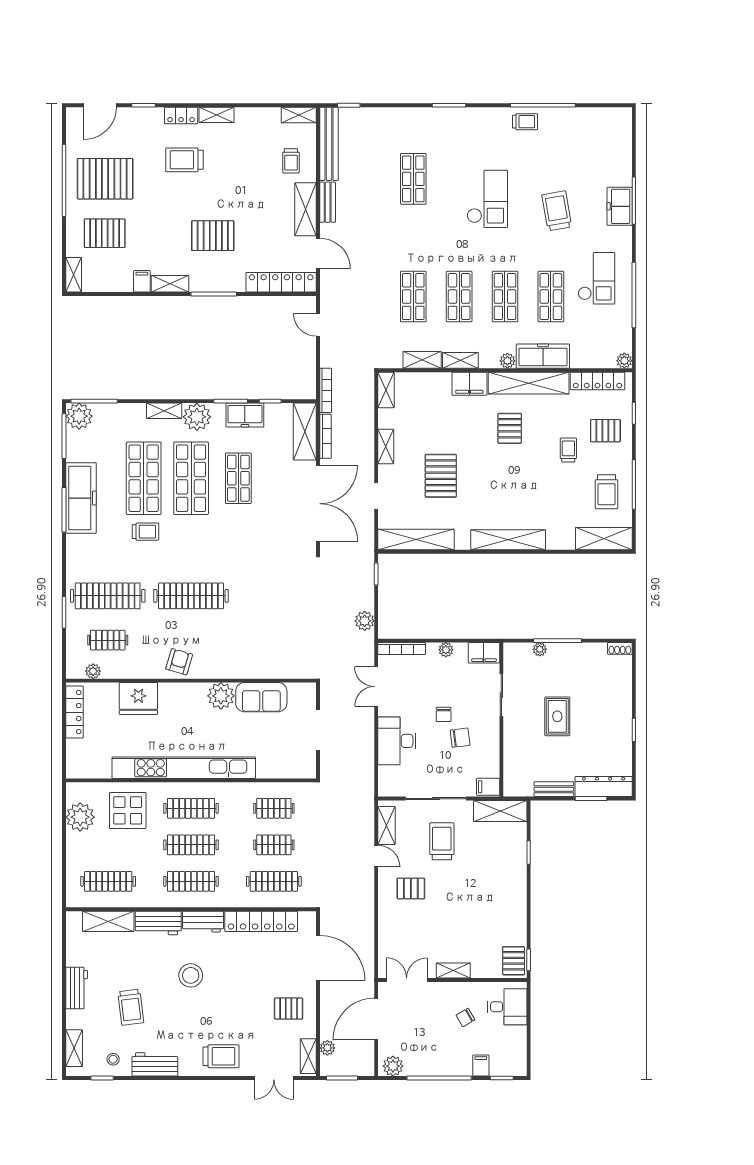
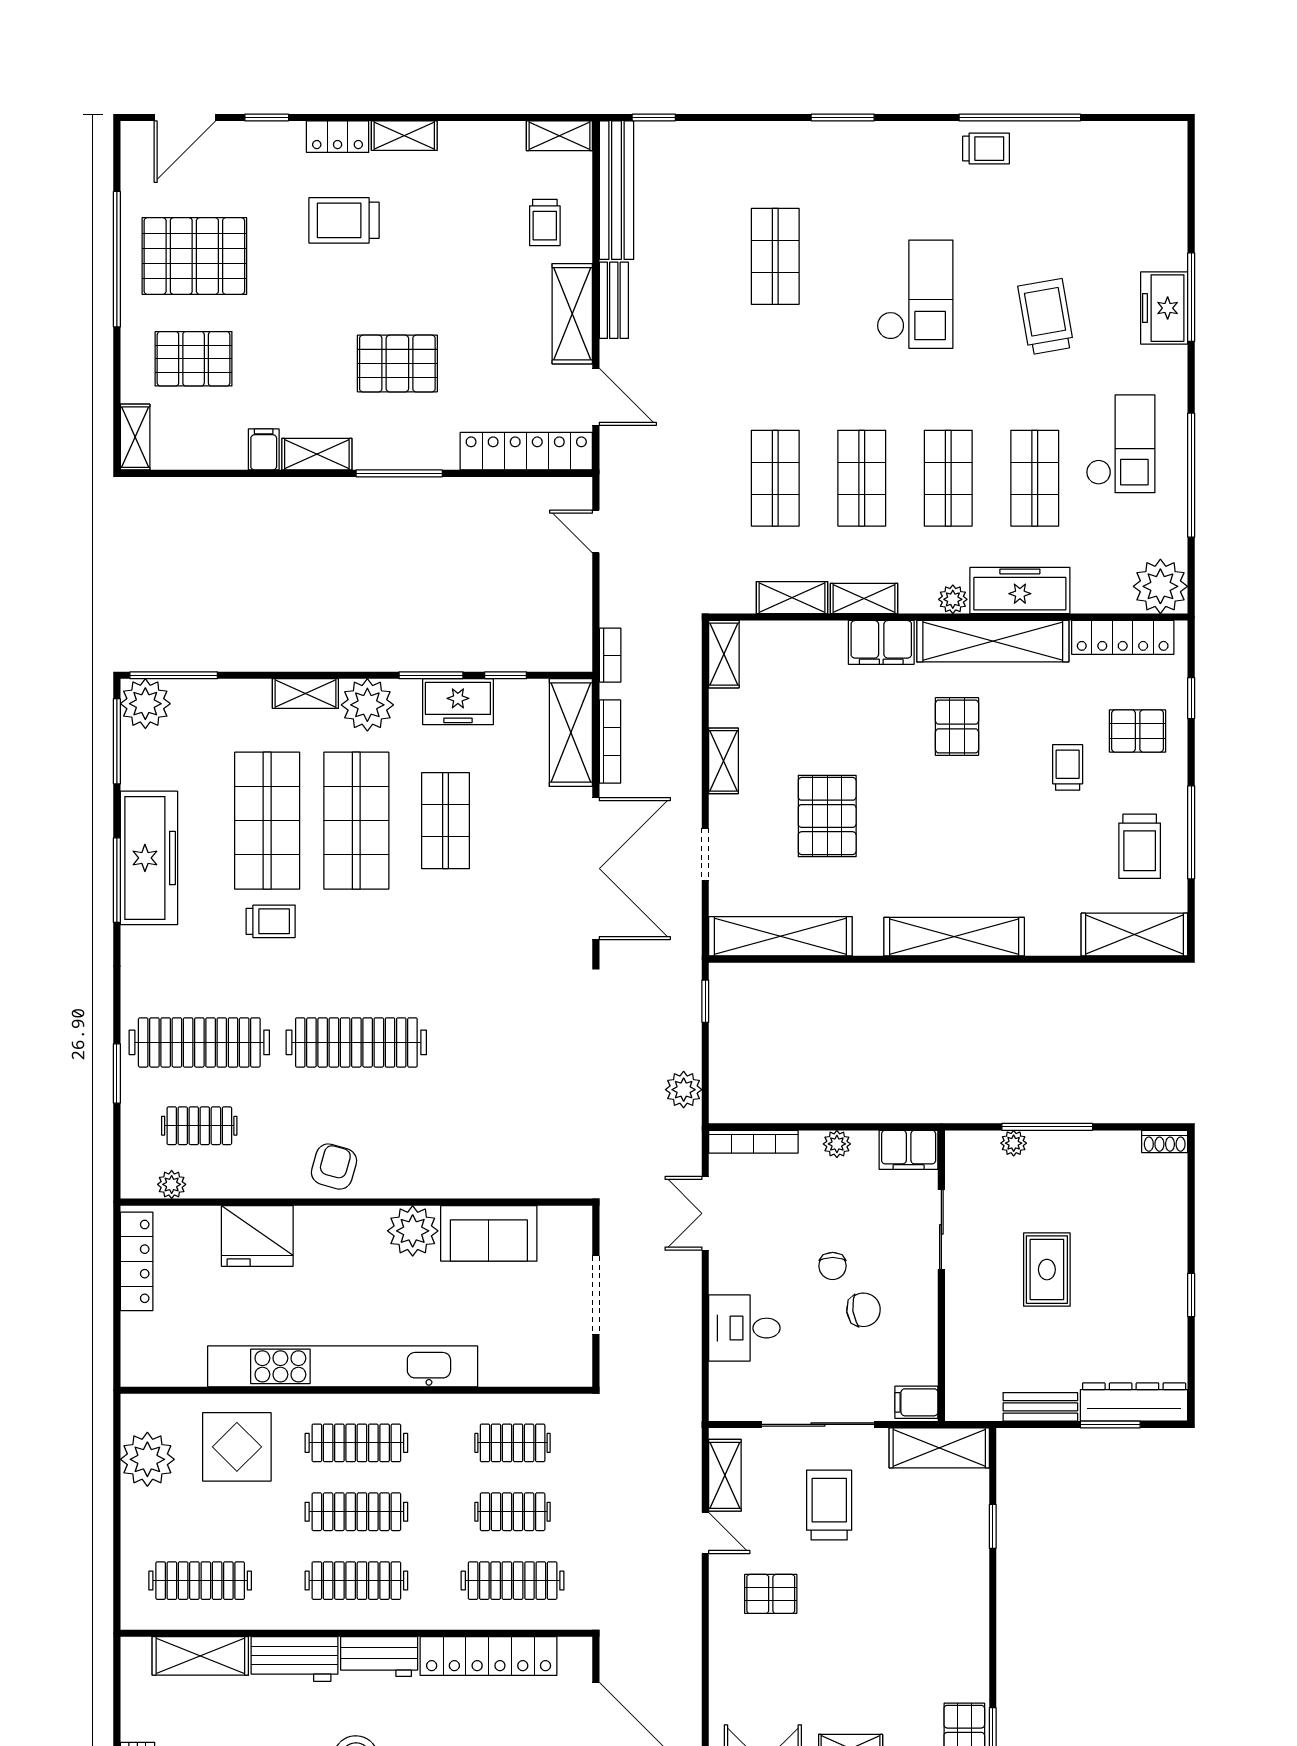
plant: (624, 361) -> (1160, 586), width x1.88, depth x1.88
bookcase: (326, 390) -> (610, 655), width x0.64
desk: (397, 741) -> (744, 1328), width x0.73

